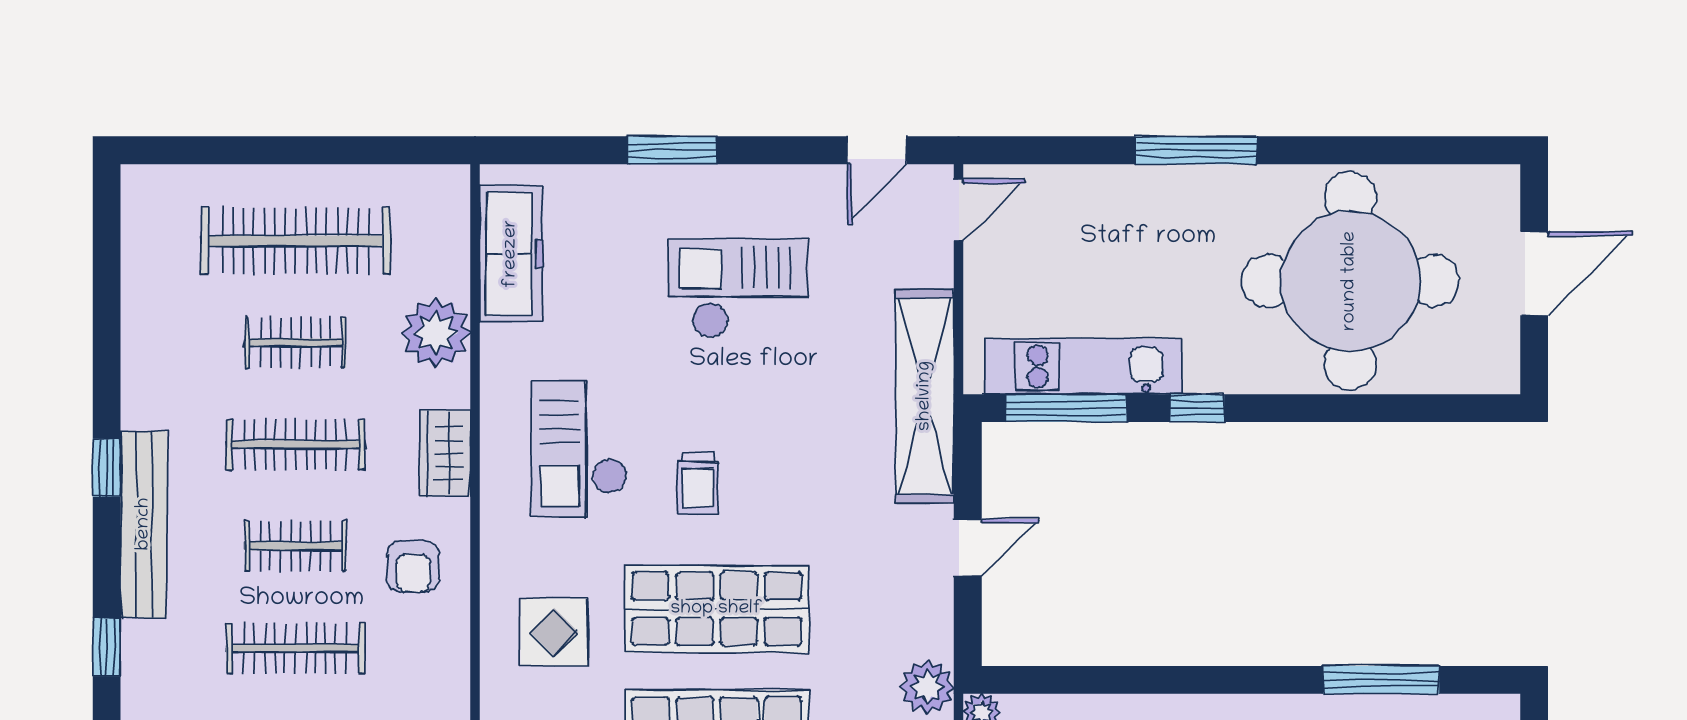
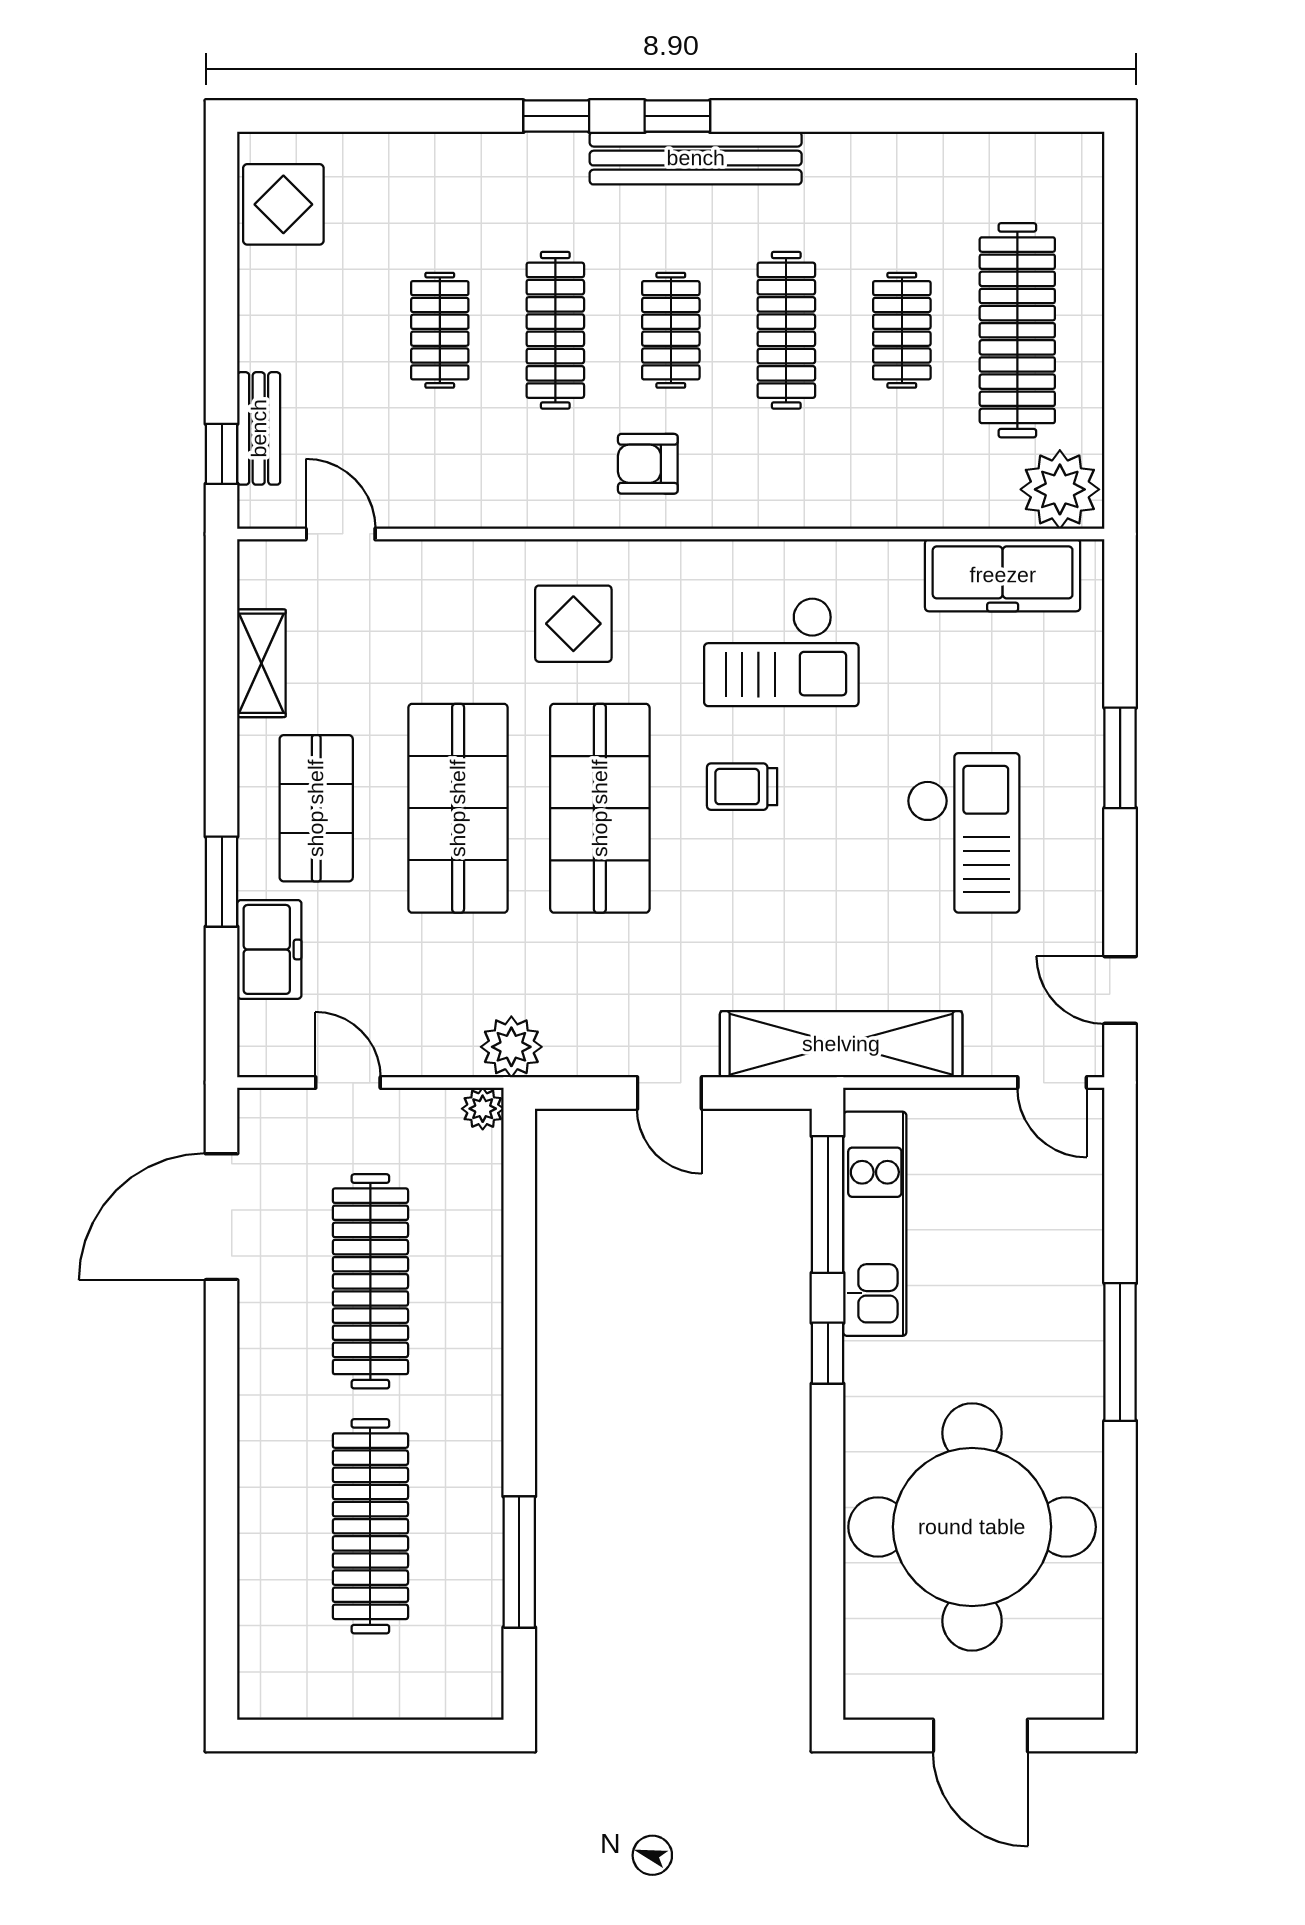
plant: (436, 333) -> (1060, 489), moved
checkout: (579, 449) -> (781, 652), turned 180
wardrobe: (445, 453) -> (776, 500), removed
window: (107, 468) -> (677, 116), moved

